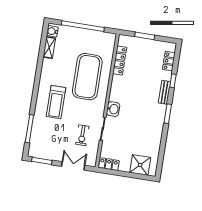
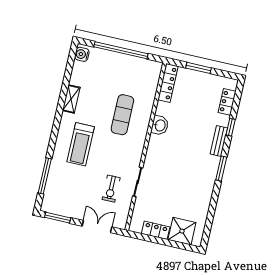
shelving: (49, 48) -> (71, 99), moved
locker: (120, 60) -> (168, 83), moved
exercise mat: (87, 77) -> (122, 115), width x0.50, depth x0.69
washbasin: (113, 109) -> (160, 125), moved
locker: (109, 164) -> (156, 230), moved

